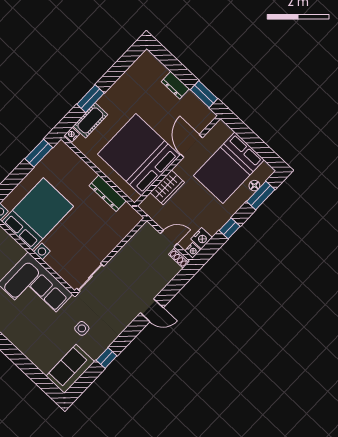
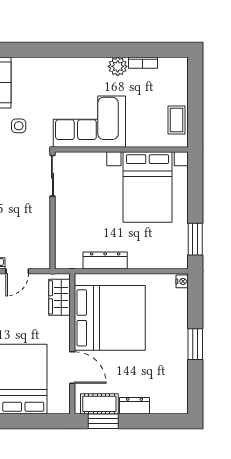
window: (90, 99) -> (195, 344), moved
cot: (90, 120) -> (99, 404), moved, turned 90
wardrobe: (167, 187) -> (59, 297), moved

